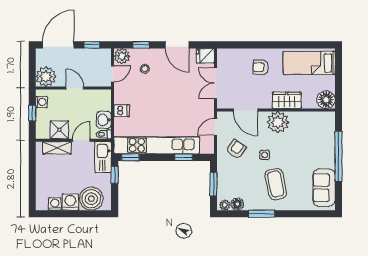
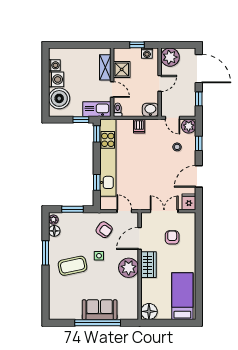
armchair: (261, 67) -> (172, 237), moved
wardrobe: (287, 100) -> (148, 265), moved
washbasin: (104, 120) -> (150, 110), moved
sofa: (324, 188) -> (100, 310), moved

